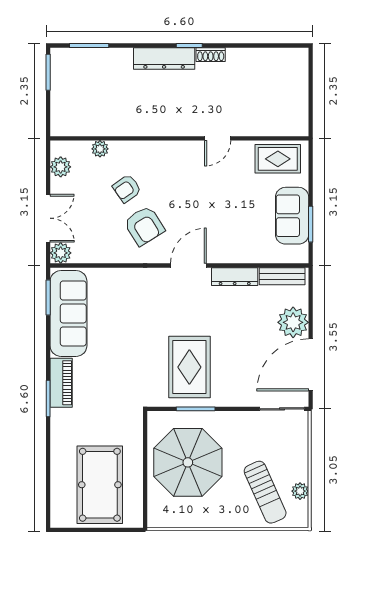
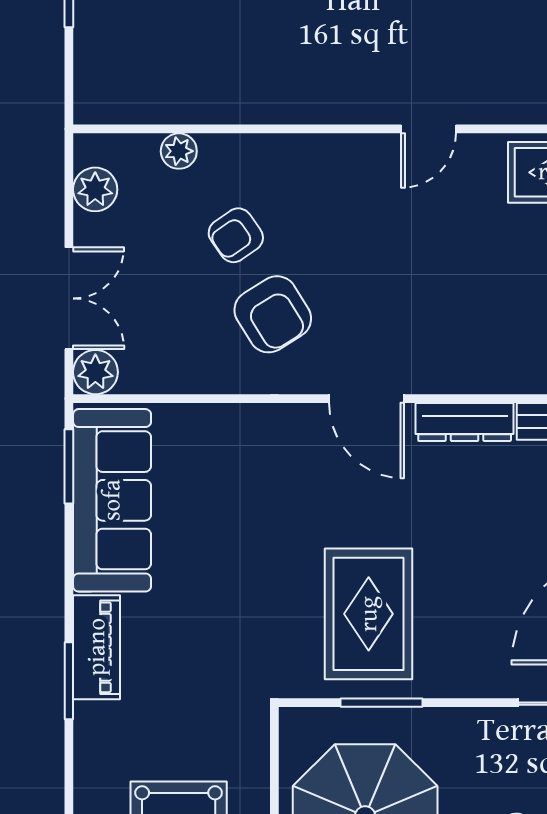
door: (188, 266) -> (367, 399), swing flipped

